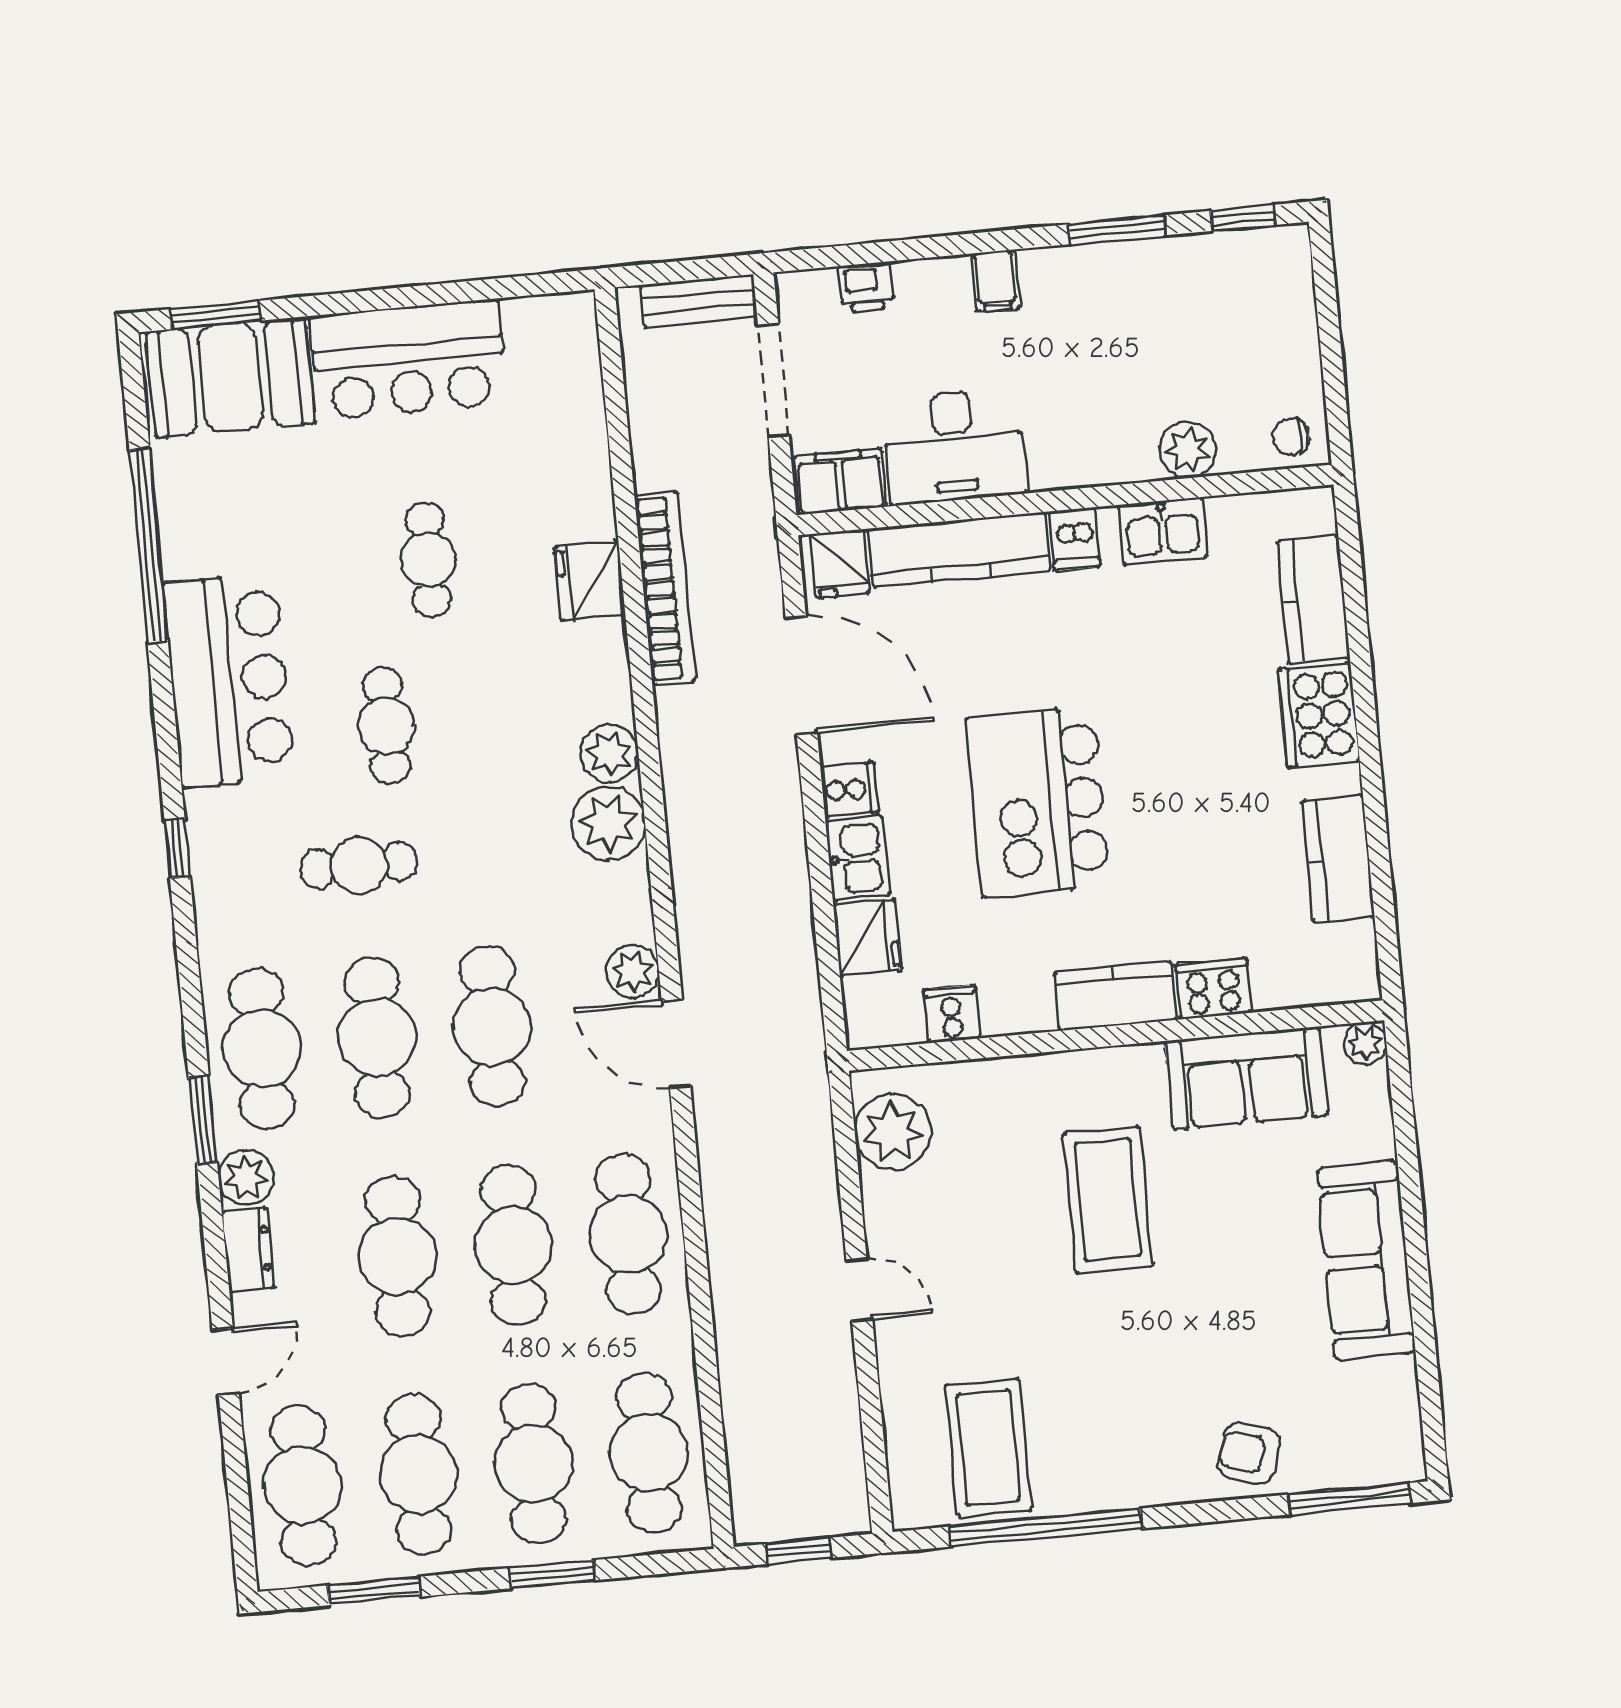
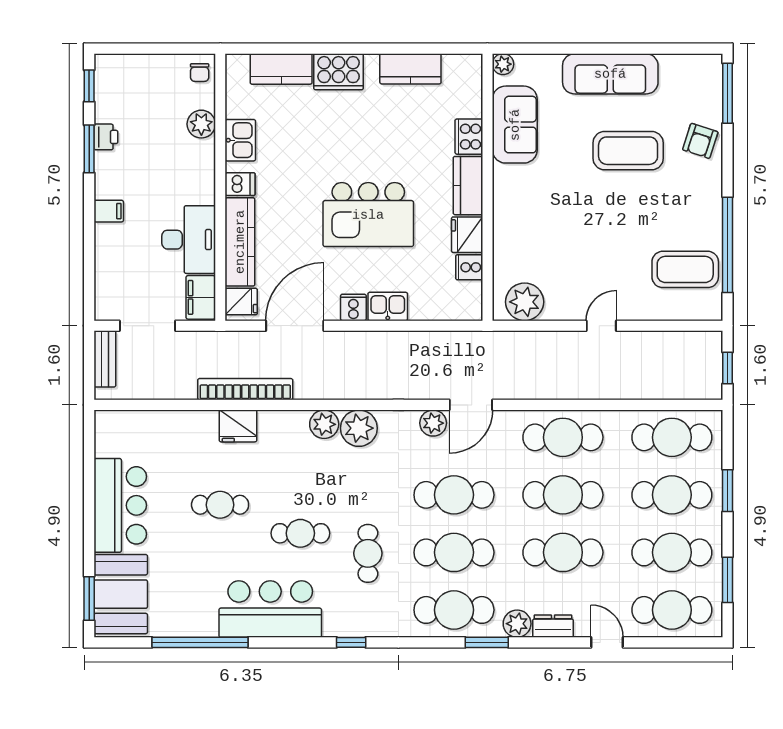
printer: (866, 287) -> (106, 137), moved
fridge: (867, 938) -> (467, 235), moved, turned -90
coffee table: (1108, 1200) -> (628, 151), moved

